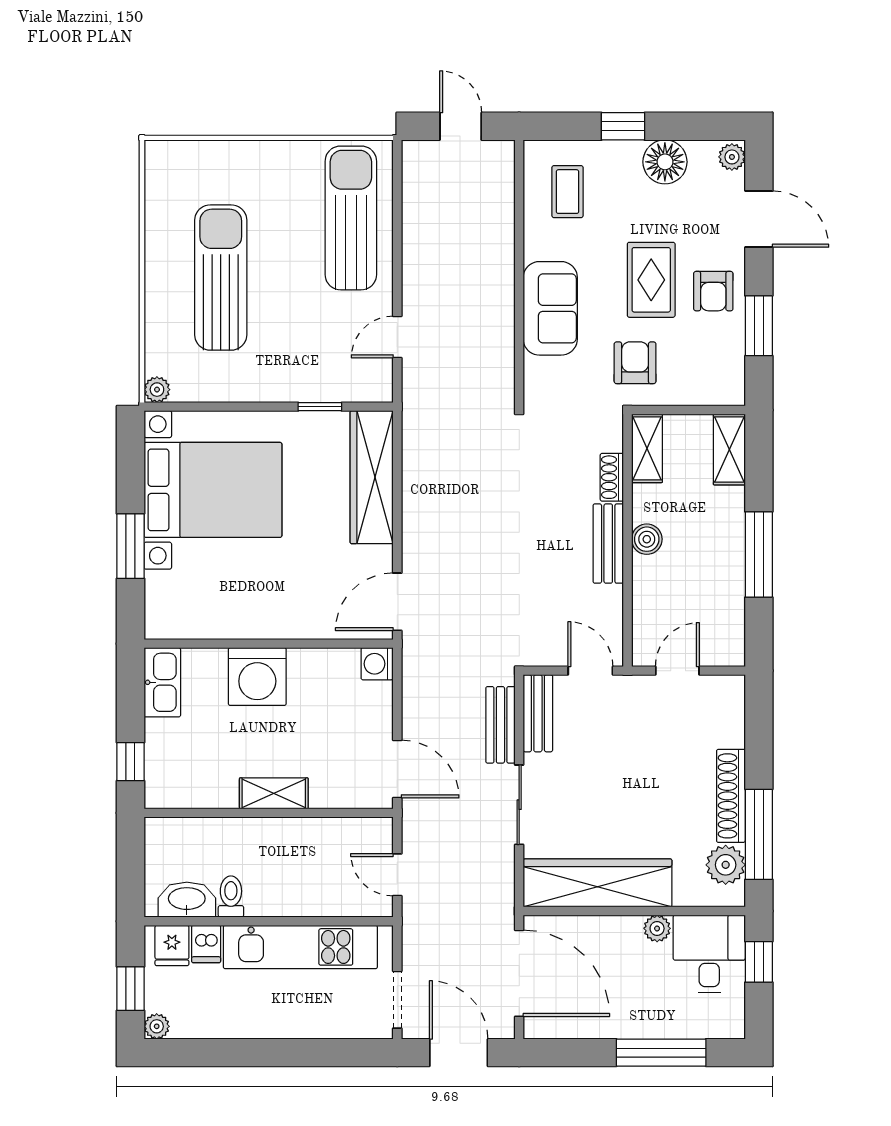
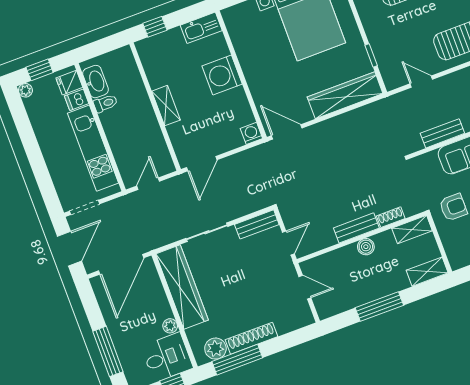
bench: (500, 725) -> (442, 133), moved

